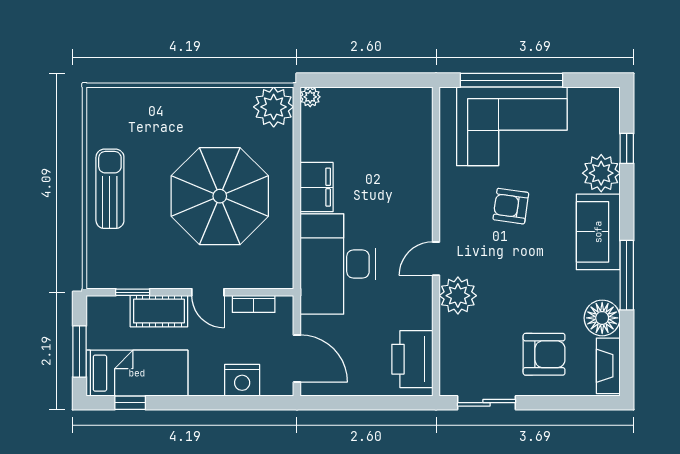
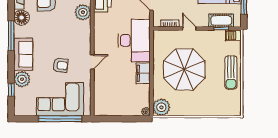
door: (436, 259) -> (92, 62), moved
barbecue: (104, 276) -> (233, 35), added
plant: (458, 296) -> (83, 12), moved
cot: (159, 311) -> (221, 21), moved

